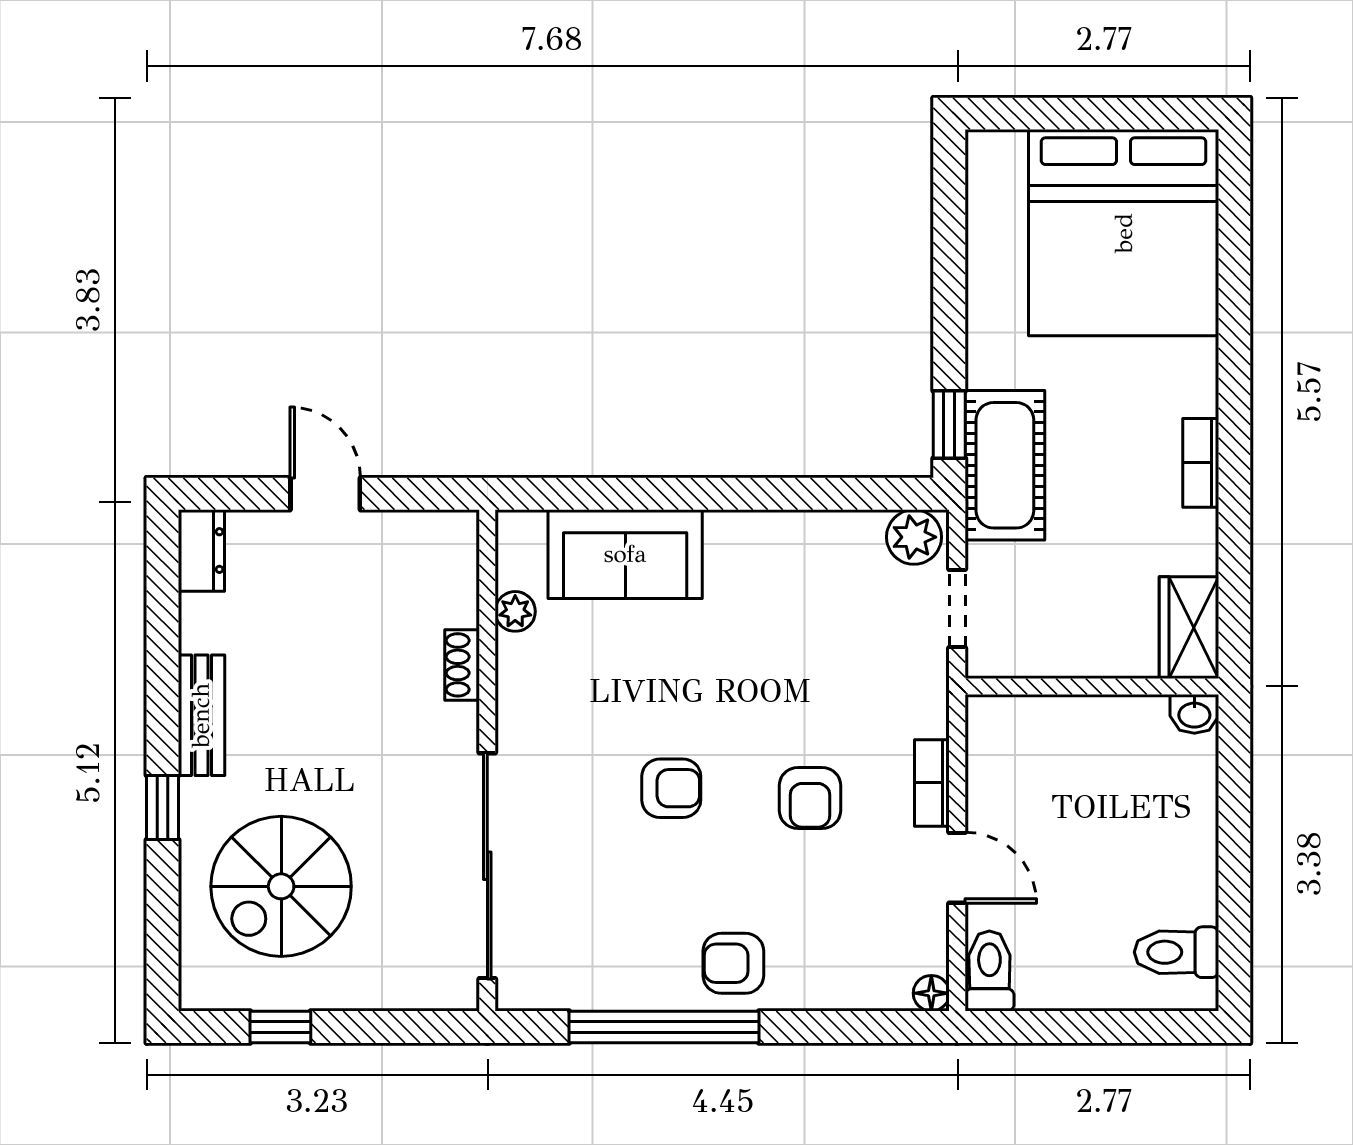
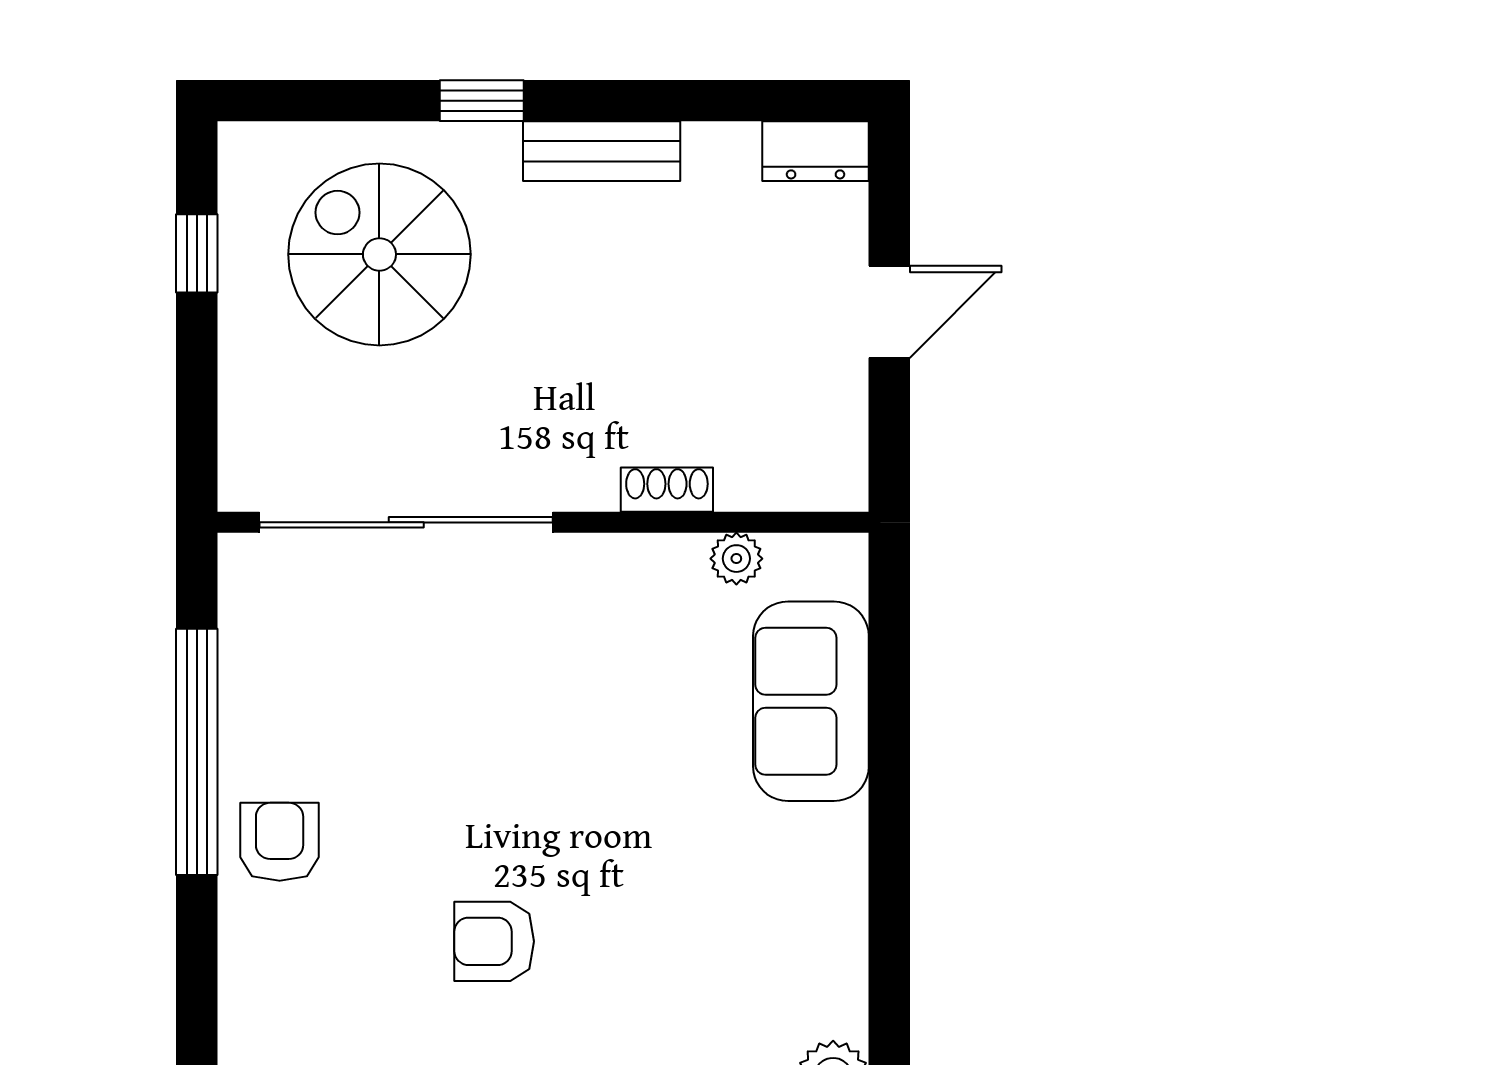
armchair: (671, 788) -> (507, 761), removed

